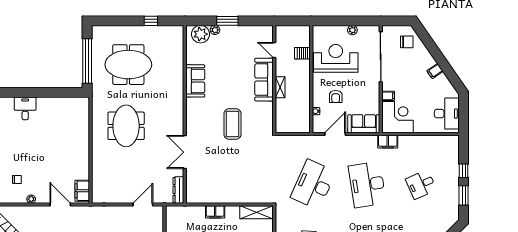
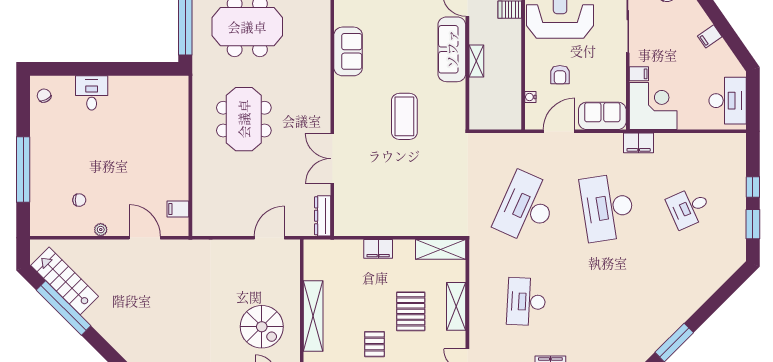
filing cabinet: (82, 191) -> (178, 209), width x0.50

